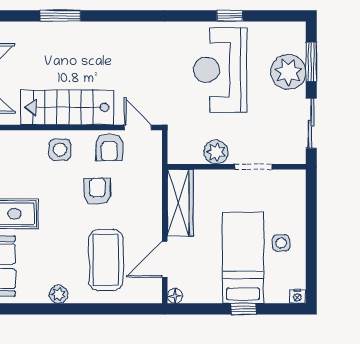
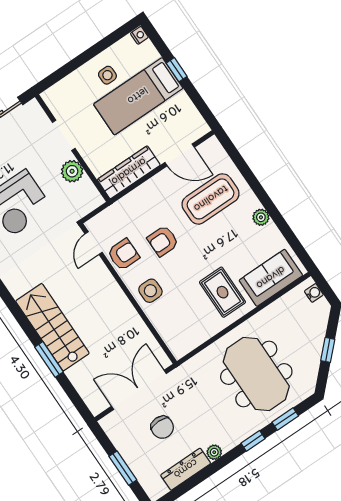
stairs: (67, 107) -> (52, 327), moved, turned 180
floor lamp: (175, 296) -> (202, 128), removed

